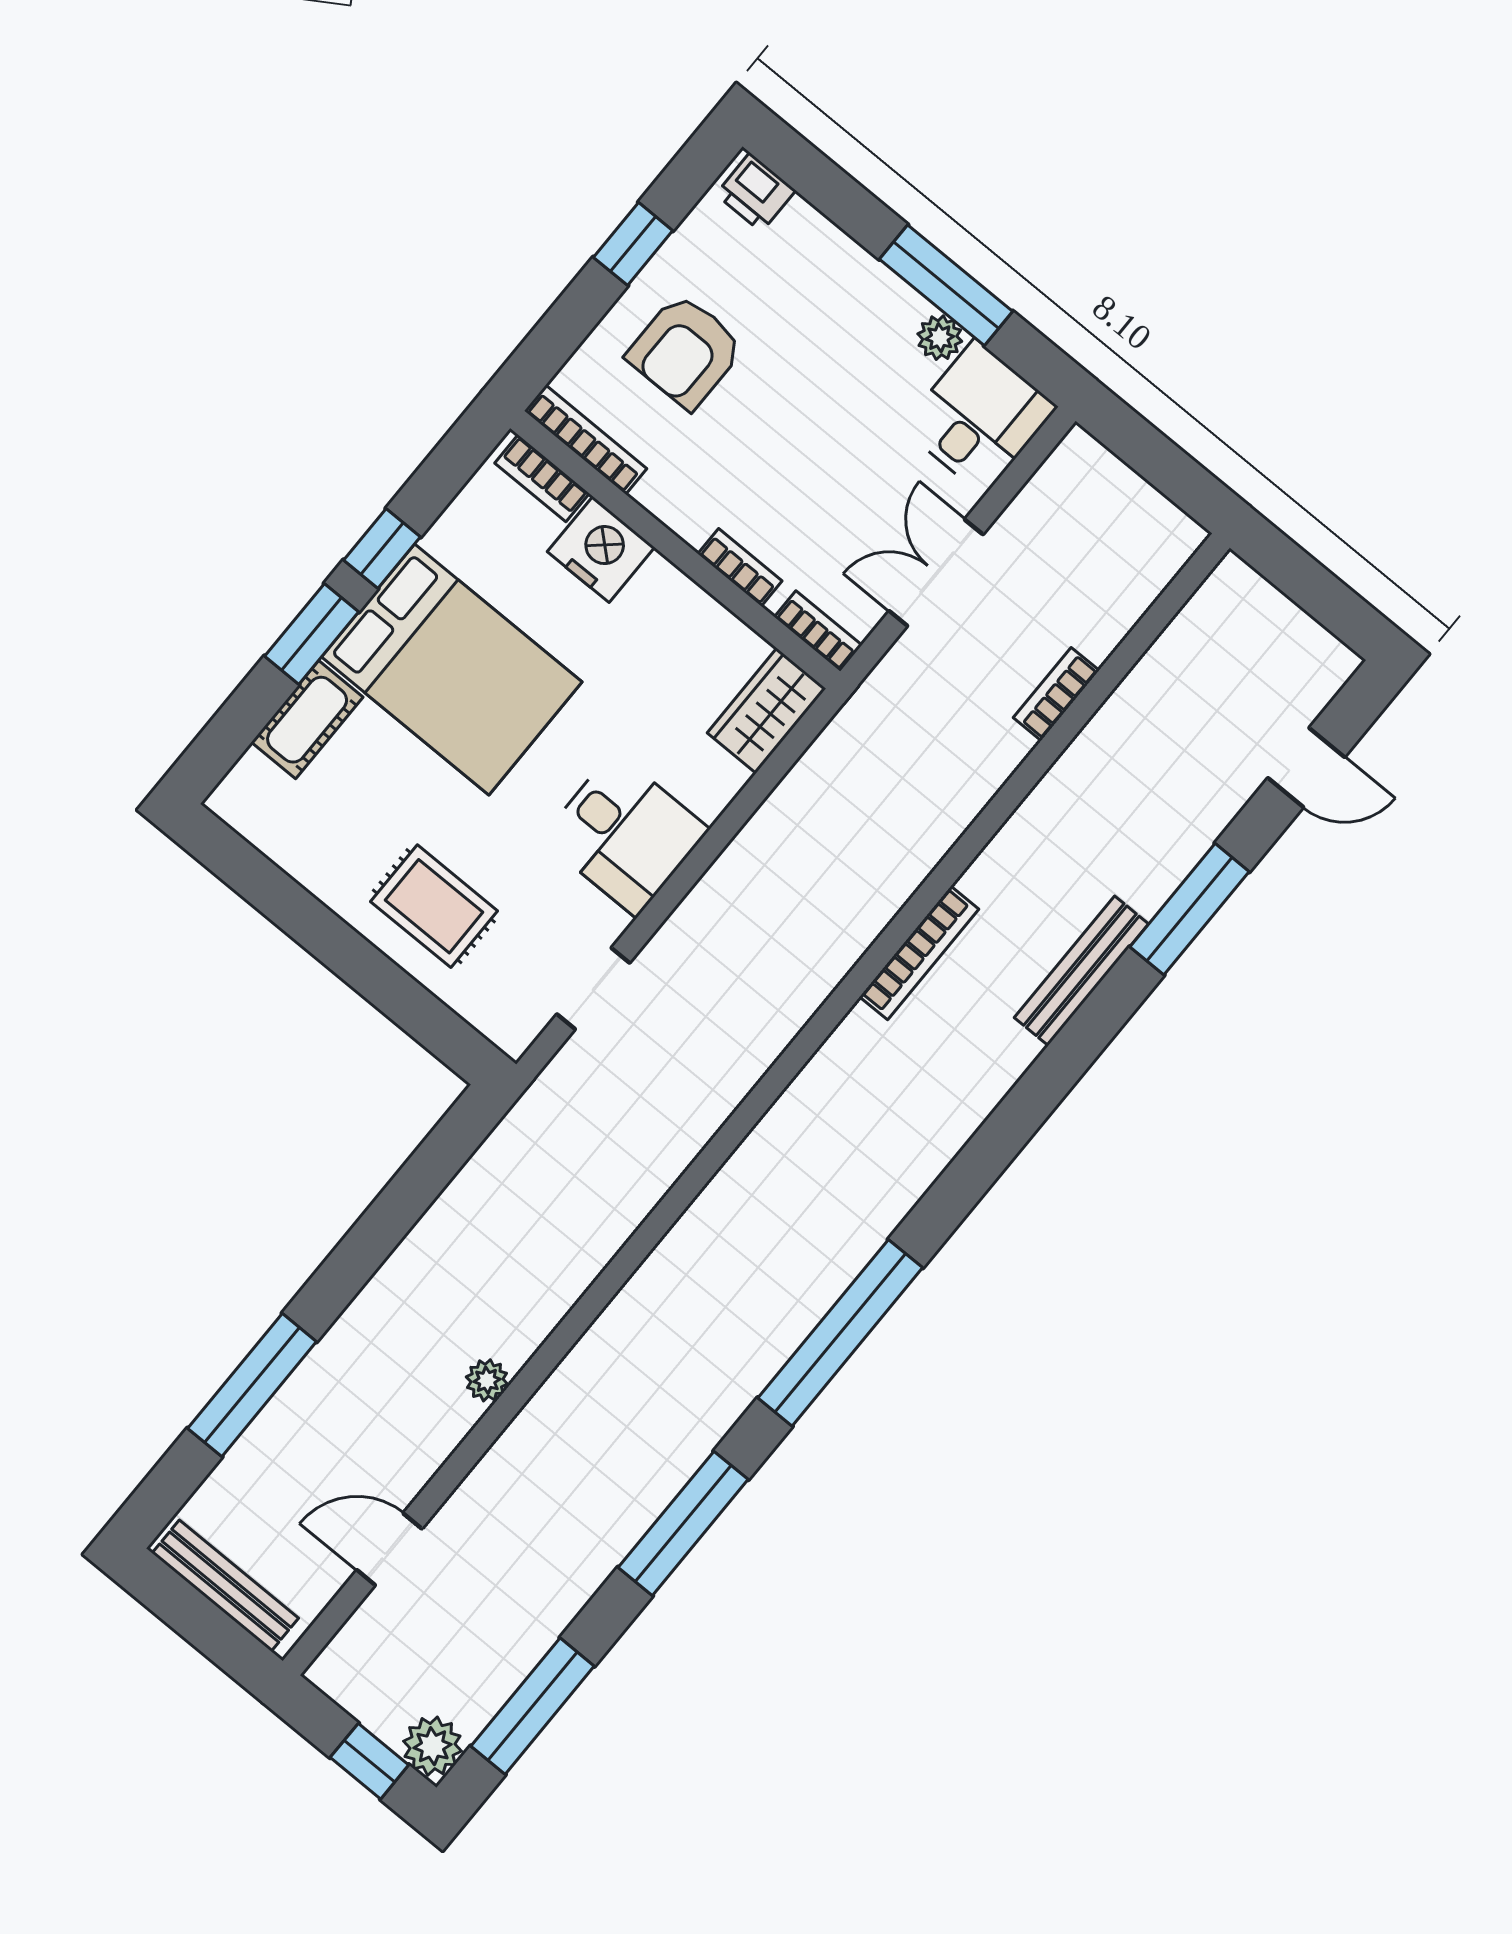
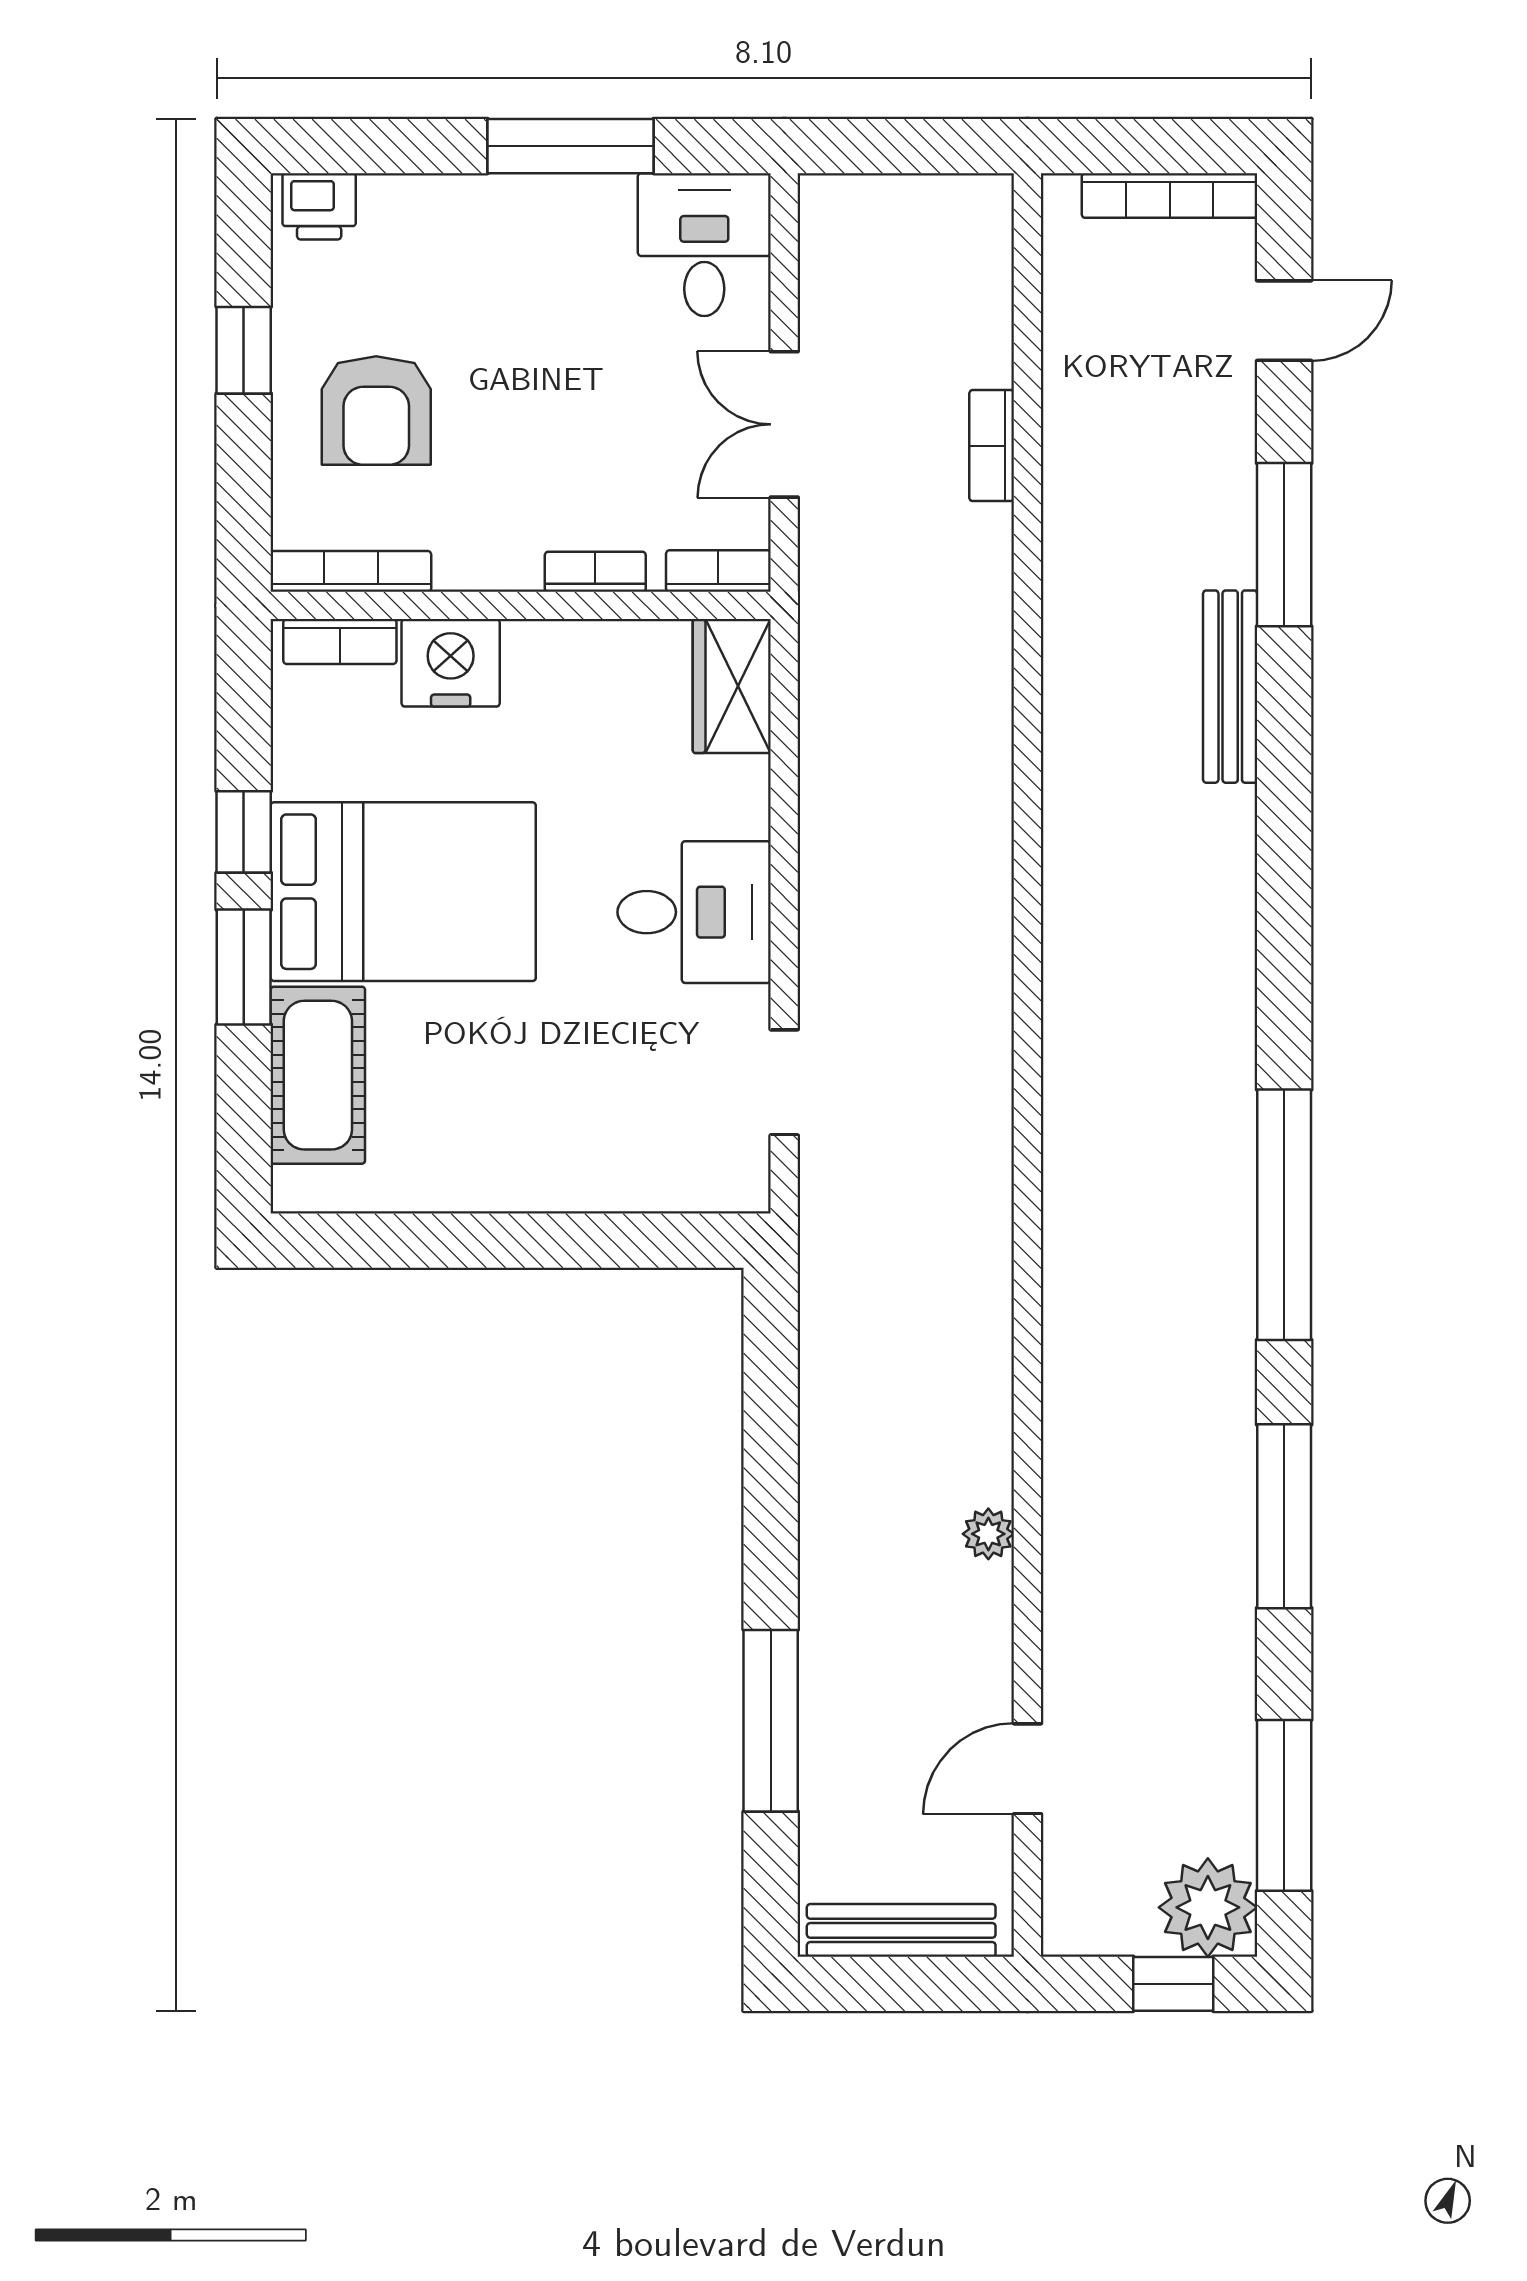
plant: (940, 338) -> (605, 200), removed
cot: (307, 720) -> (318, 1075), width x1.37, depth x1.34
rug: (434, 906) -> (570, 1128), removed
bookcase: (919, 953) -> (1170, 195), moved, turned 90
plant: (433, 1746) -> (1208, 1907), width x1.36, depth x1.36

